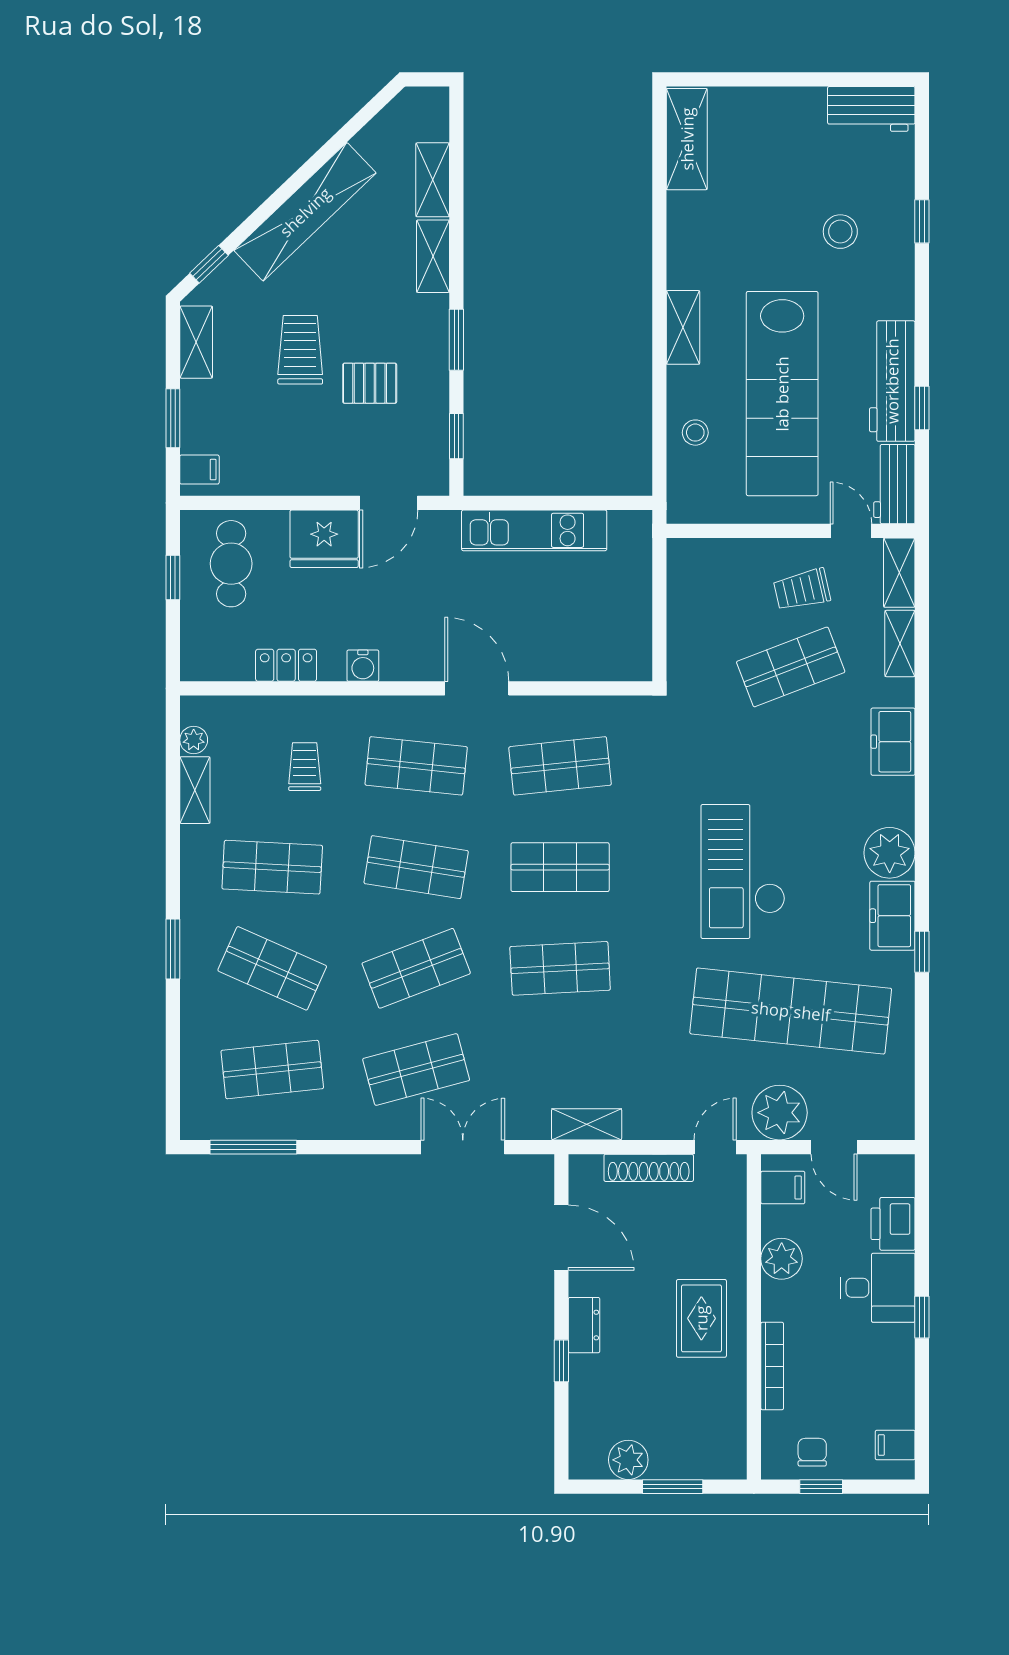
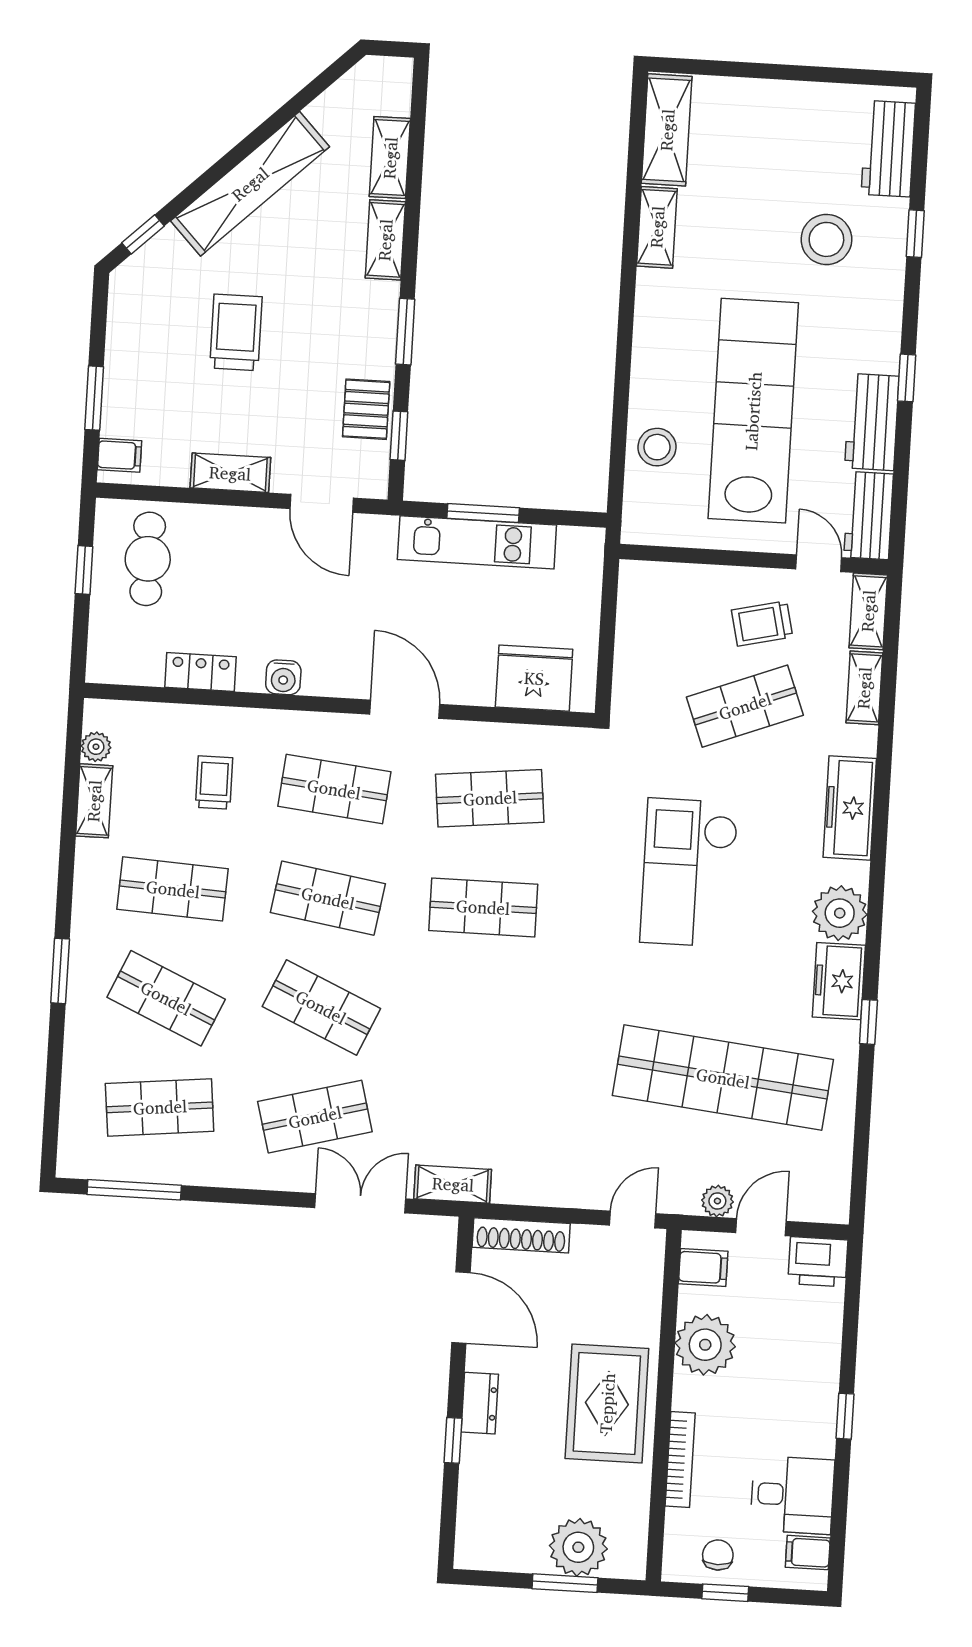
workbench: (871, 109) -> (888, 149), moved, turned 90
stool: (840, 232) -> (826, 239), width x1.38, depth x1.38
shelving: (683, 327) -> (657, 227), moved
shelving: (196, 342) -> (230, 473), moved, turned 90
workbench: (892, 381) -> (872, 422), width x0.73
pallet: (370, 383) -> (366, 409), moved, turned 90
lab bench: (782, 394) -> (753, 411), turned 180
window: (922, 408) -> (907, 378), moved
stool: (695, 433) -> (657, 447), width x1.37, depth x1.37
door: (389, 503) -> (322, 503), hinge flipped
window: (538, 503) -> (483, 513), added
fridge: (324, 539) -> (534, 678), moved, turned 180
freezer: (893, 742) -> (850, 808), width x1.40
checkout: (743, 871) -> (689, 873), moved
shop shelf: (416, 968) -> (321, 1007), turned 45
shop shelf: (560, 968) -> (477, 1017), removed
plant: (780, 1113) -> (717, 1201), width x0.53, depth x0.53
shelving: (587, 1124) -> (453, 1184), moved
door: (834, 1147) -> (761, 1227), swing flipped
shoe rack: (649, 1168) -> (521, 1235), moved
printer: (893, 1224) -> (818, 1262), moved, turned -90
plant: (782, 1259) -> (705, 1345), width x1.36, depth x1.36
desk: (878, 1288) -> (792, 1495), moved
rug: (701, 1318) -> (607, 1403), width x1.36, depth x1.43
plant: (628, 1460) -> (578, 1547), moved, width x1.36, depth x1.36

